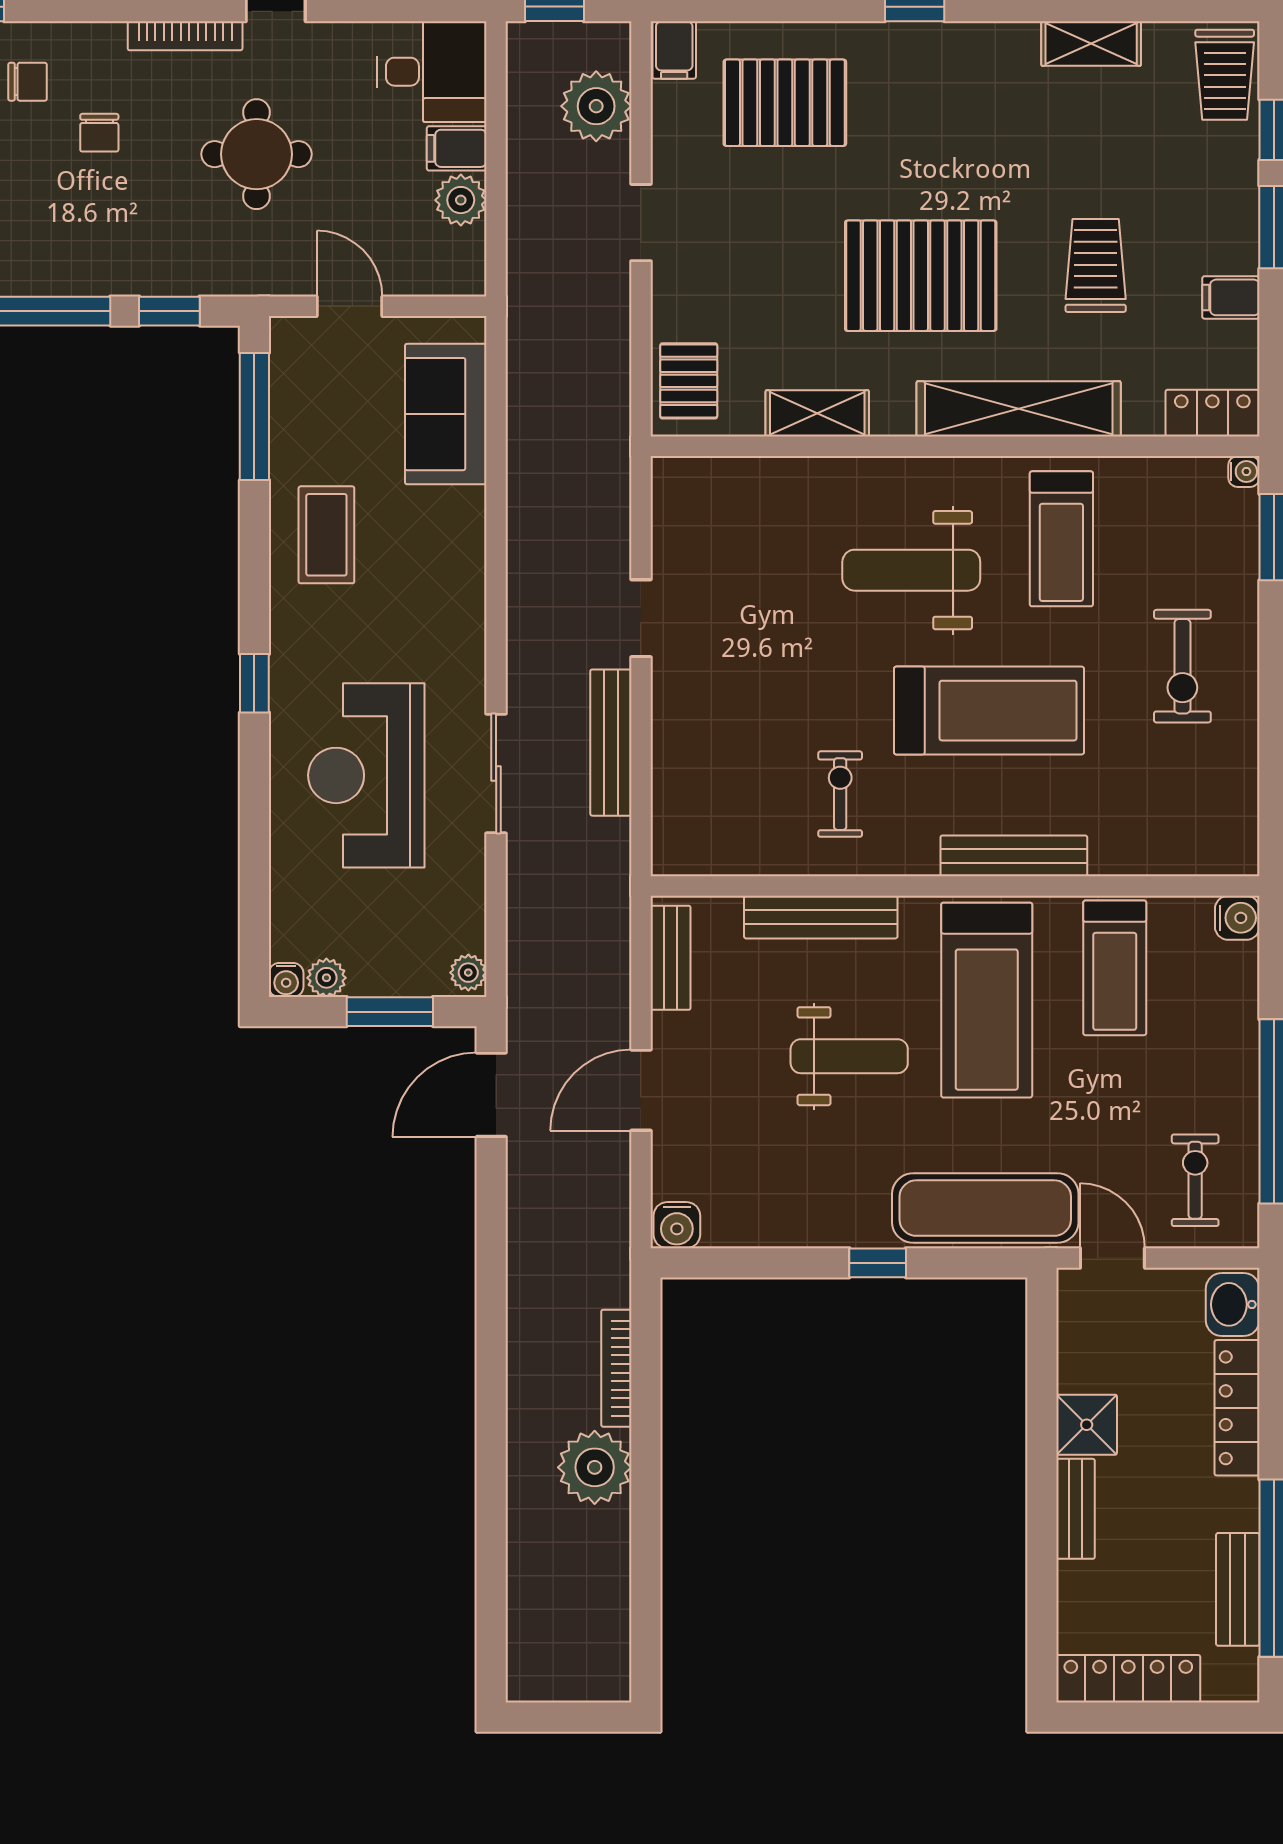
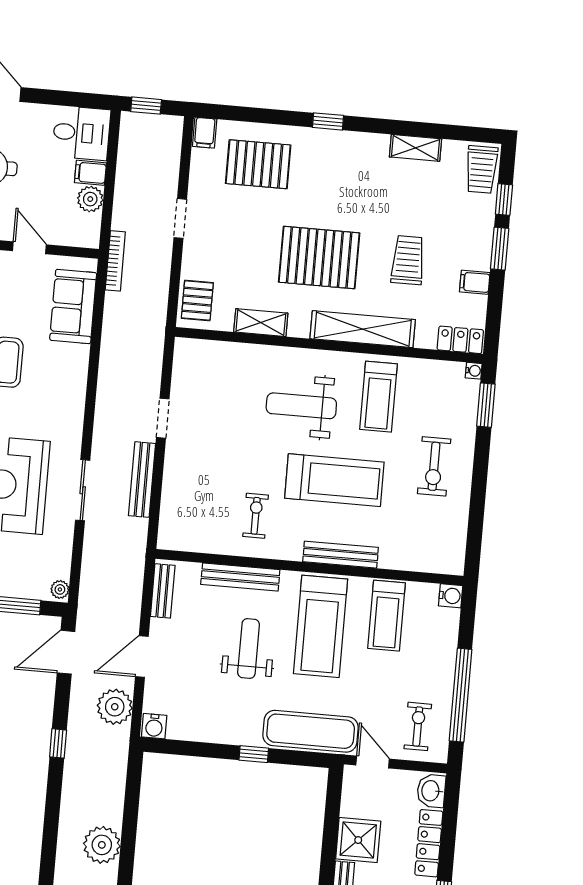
plant: (596, 106) -> (115, 707), moved
weight bench: (849, 1056) -> (249, 648), turned -90
window: (491, 1276) -> (58, 743), added
bookcase: (616, 1368) -> (115, 261), moved, turned 180
shower: (1087, 1425) -> (358, 840), width x1.36, depth x1.36

